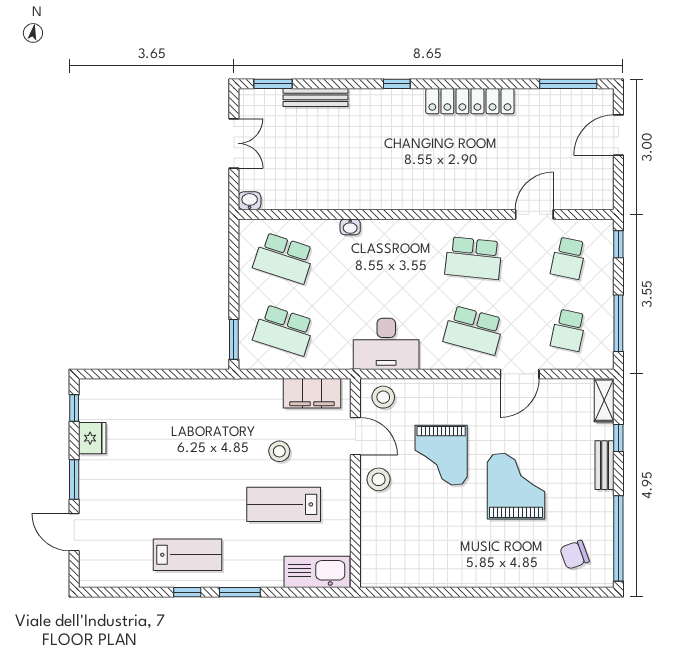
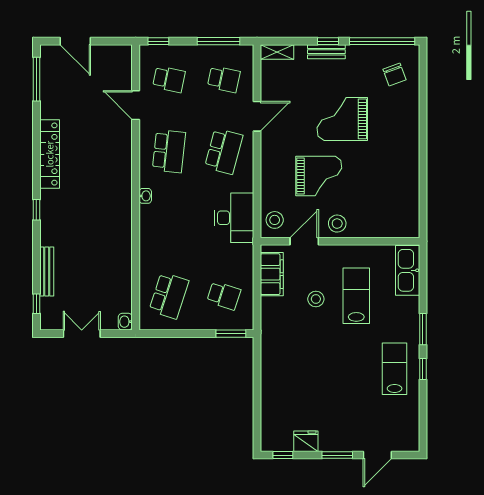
window: (273, 84) -> (36, 304), width x0.67
washbasin: (350, 227) -> (145, 196), moved
school desk: (284, 330) -> (224, 296), width x0.54
door: (520, 374) -> (257, 116), hinge flipped
window: (618, 438) -> (328, 41), moved
lab bench: (284, 504) -> (356, 296), turned 180

